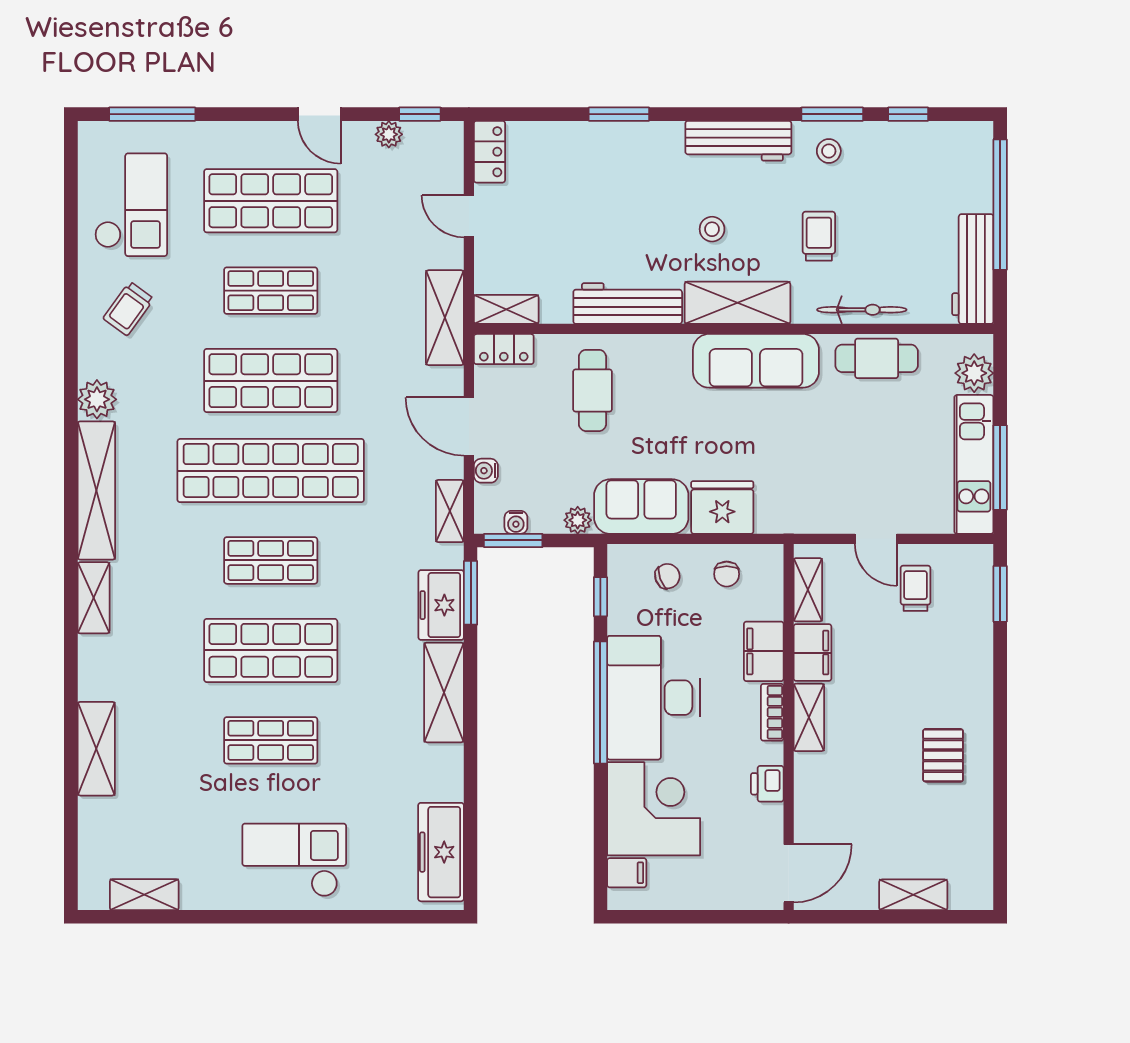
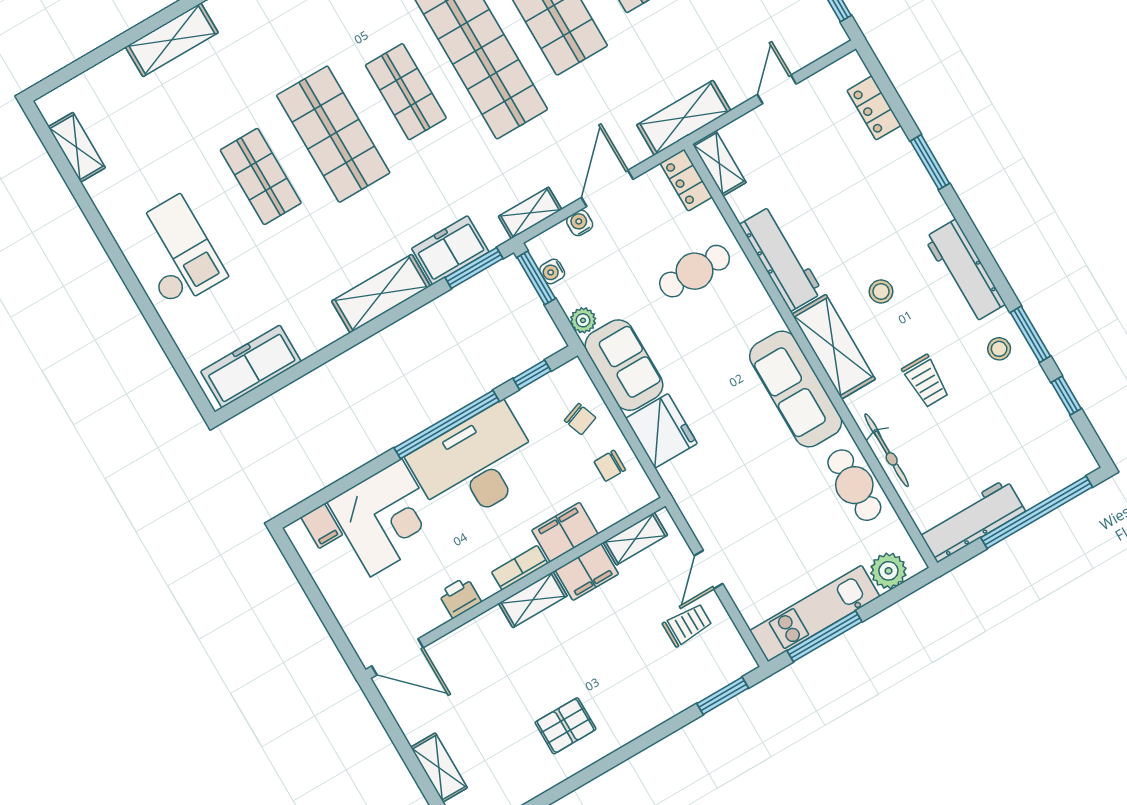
locker: (489, 152) -> (874, 108), moved, turned 90
trolley: (819, 236) -> (926, 381), turned 90

